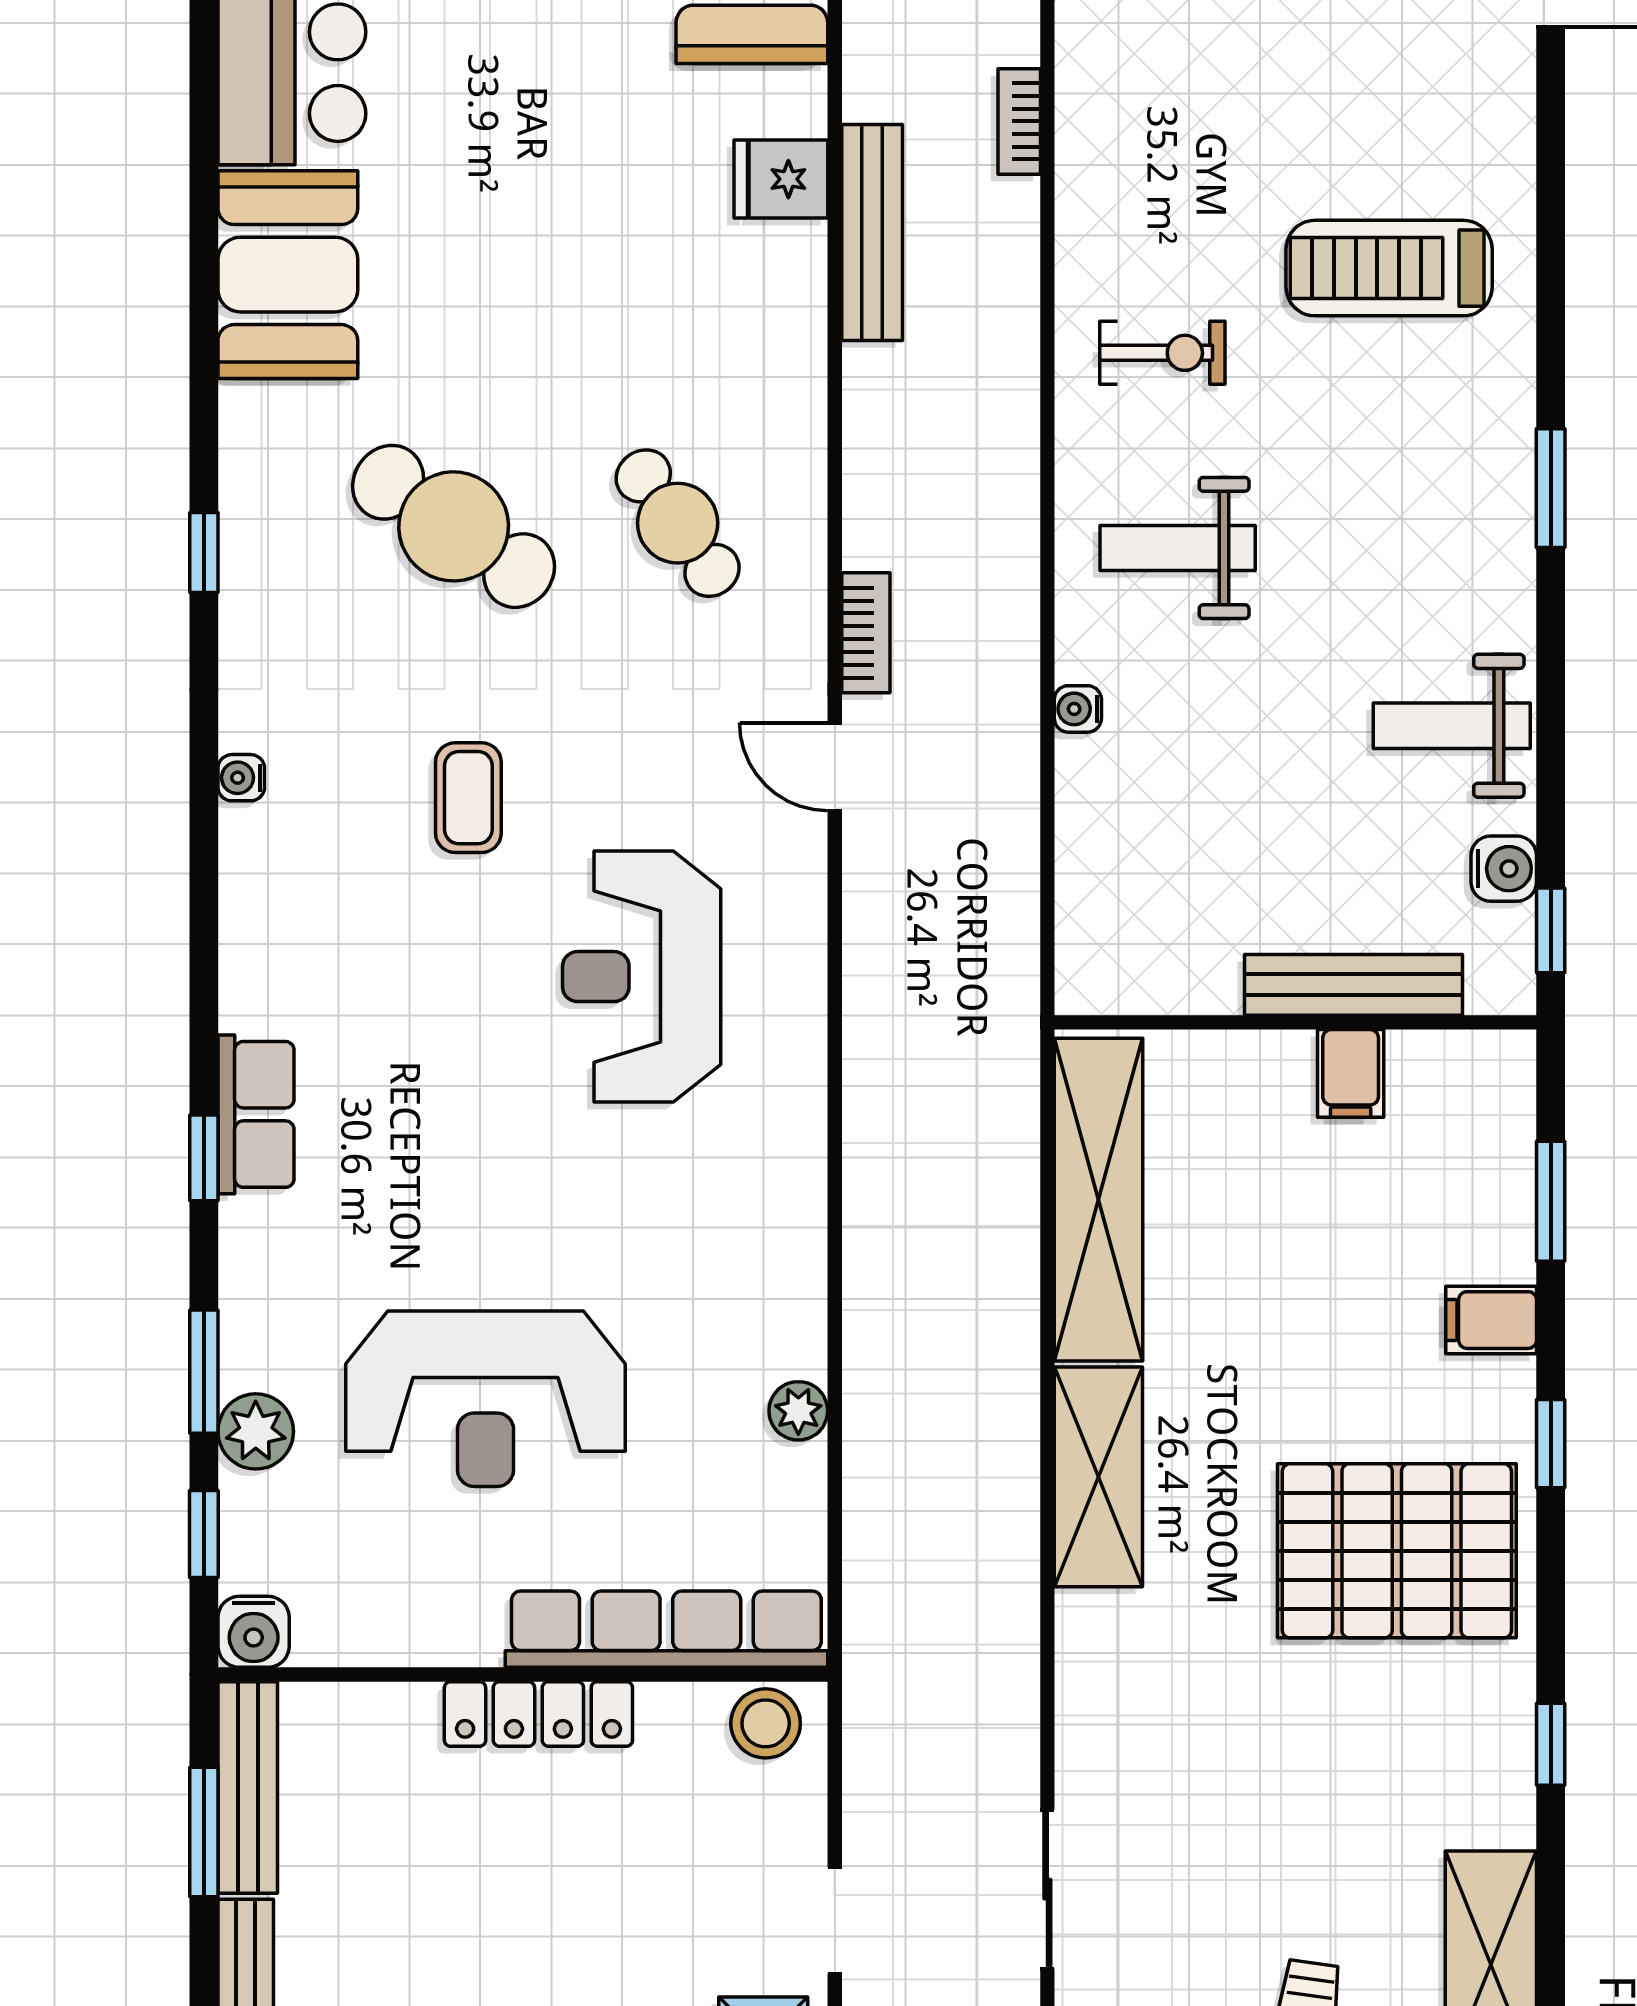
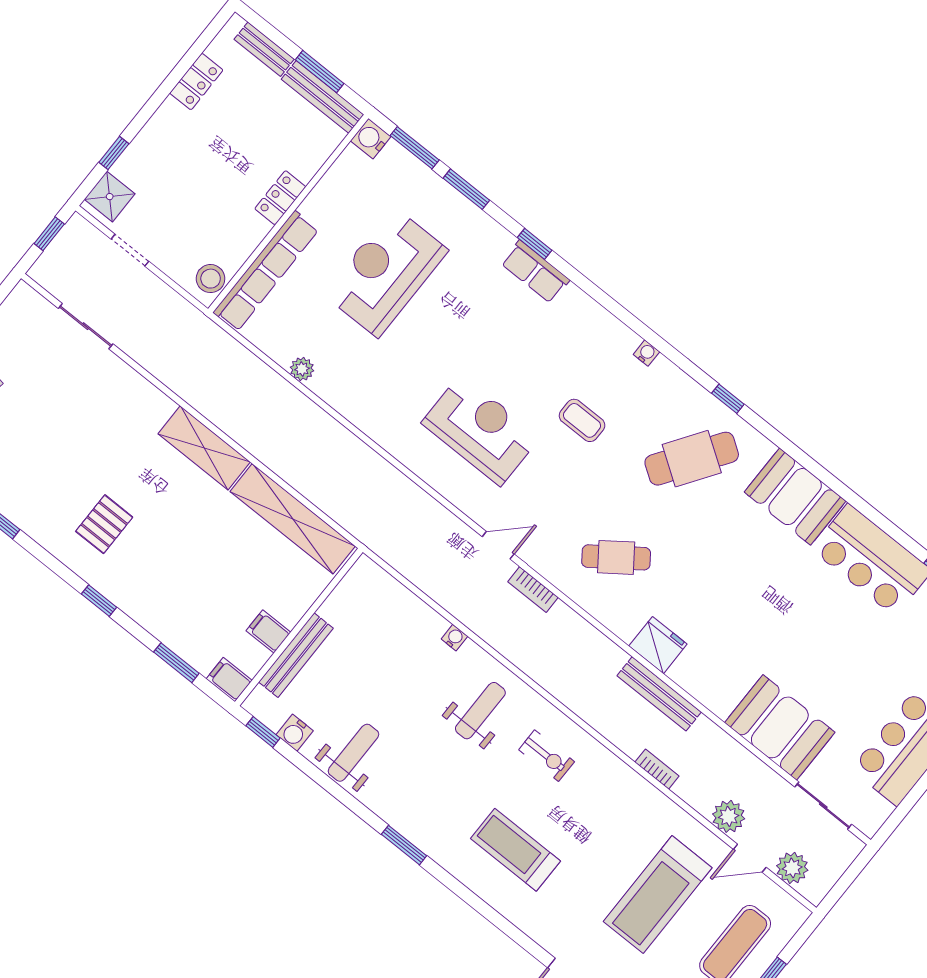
fridge: (781, 179) -> (658, 645), moved, width x1.38
treadmill: (1389, 268) -> (516, 850), turned -90
exercise bike: (1162, 353) -> (547, 756), turned -90
cafe table: (454, 526) -> (692, 459), moved
filing cabinet: (1491, 1320) -> (229, 680), moved, turned -90
plant: (256, 1431) -> (434, 191), removed
window: (204, 1534) -> (415, 148), width x1.50
pallet: (1397, 1551) -> (104, 524), width x0.49, depth x0.50
locker: (538, 1714) -> (280, 198), width x0.66

